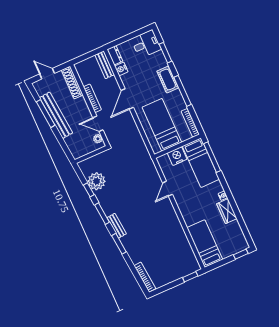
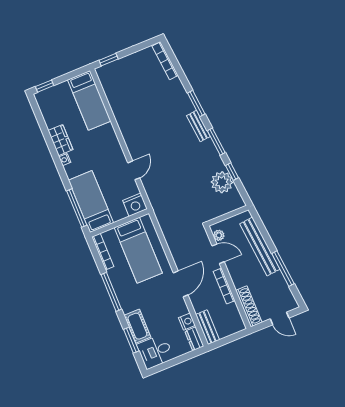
cot: (168, 79) -> (137, 326), moved
bench: (56, 115) -> (260, 247), moved
nightstand: (177, 156) -> (135, 205), moved

